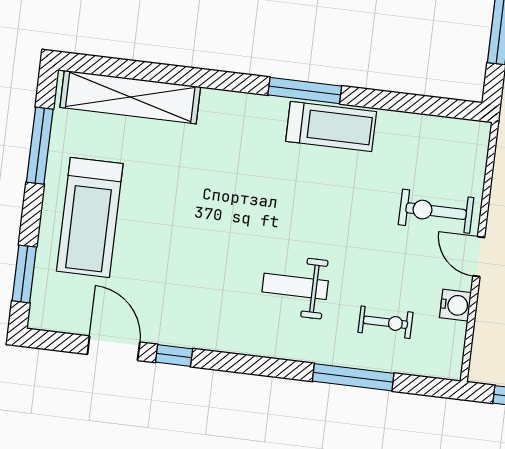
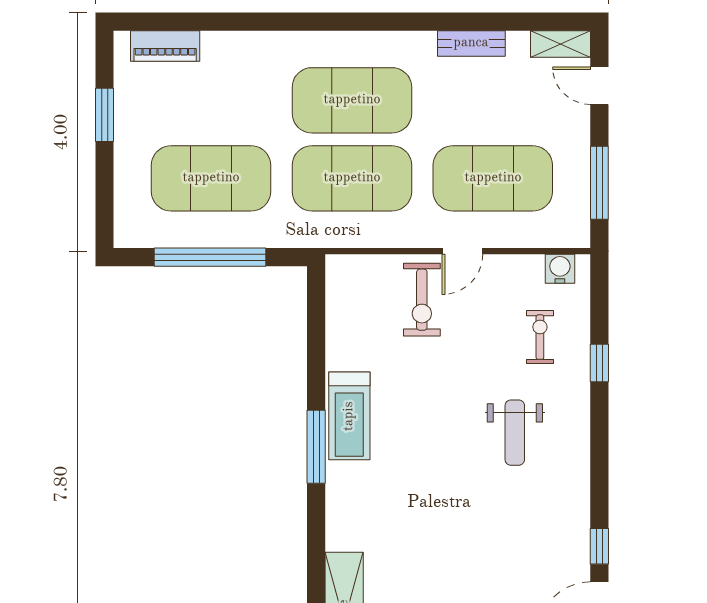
treadmill: (331, 127) -> (349, 416), turned 180
water cooler: (455, 305) -> (560, 269), moved
window: (353, 377) -> (599, 363), width x0.46

